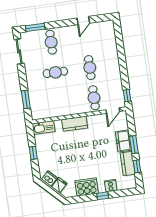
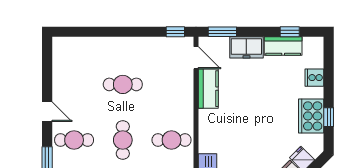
door: (83, 21) -> (47, 112), moved
cafe table: (94, 98) -> (172, 140), moved
kitchen counter: (75, 124) -> (208, 89), moved
window: (134, 145) -> (222, 32), moved
window: (103, 196) -> (329, 117), moved

